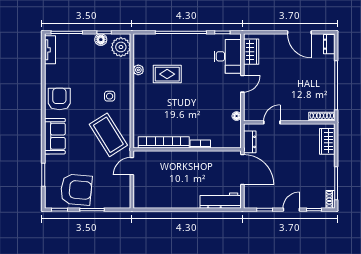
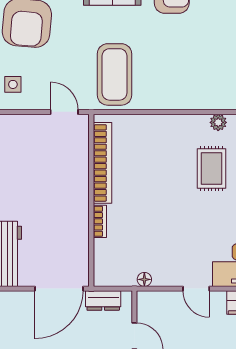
side table: (110, 96) -> (13, 84), moved
coffee table: (108, 135) -> (115, 74), turned -58

